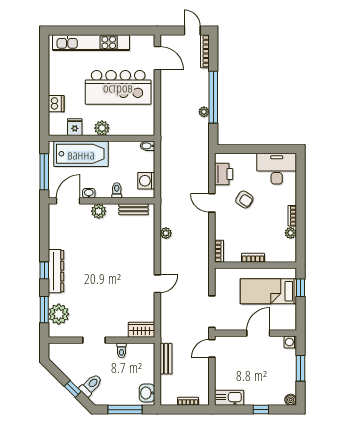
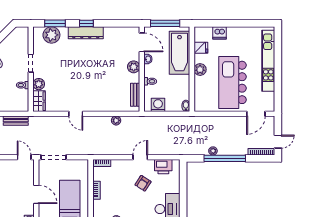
plant: (120, 330) -> (39, 84), added

